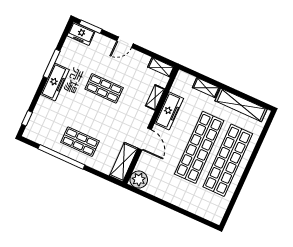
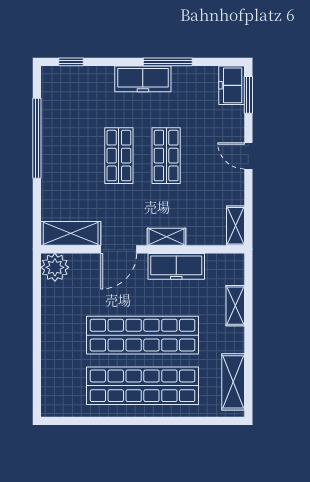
shelving: (155, 97) -> (166, 237), moved
shelving: (241, 105) -> (233, 382), width x0.68
shop shelf: (80, 142) -> (119, 156), moved

